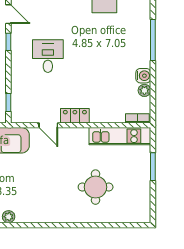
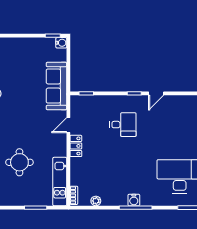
water cooler: (143, 76) -> (134, 200), moved

